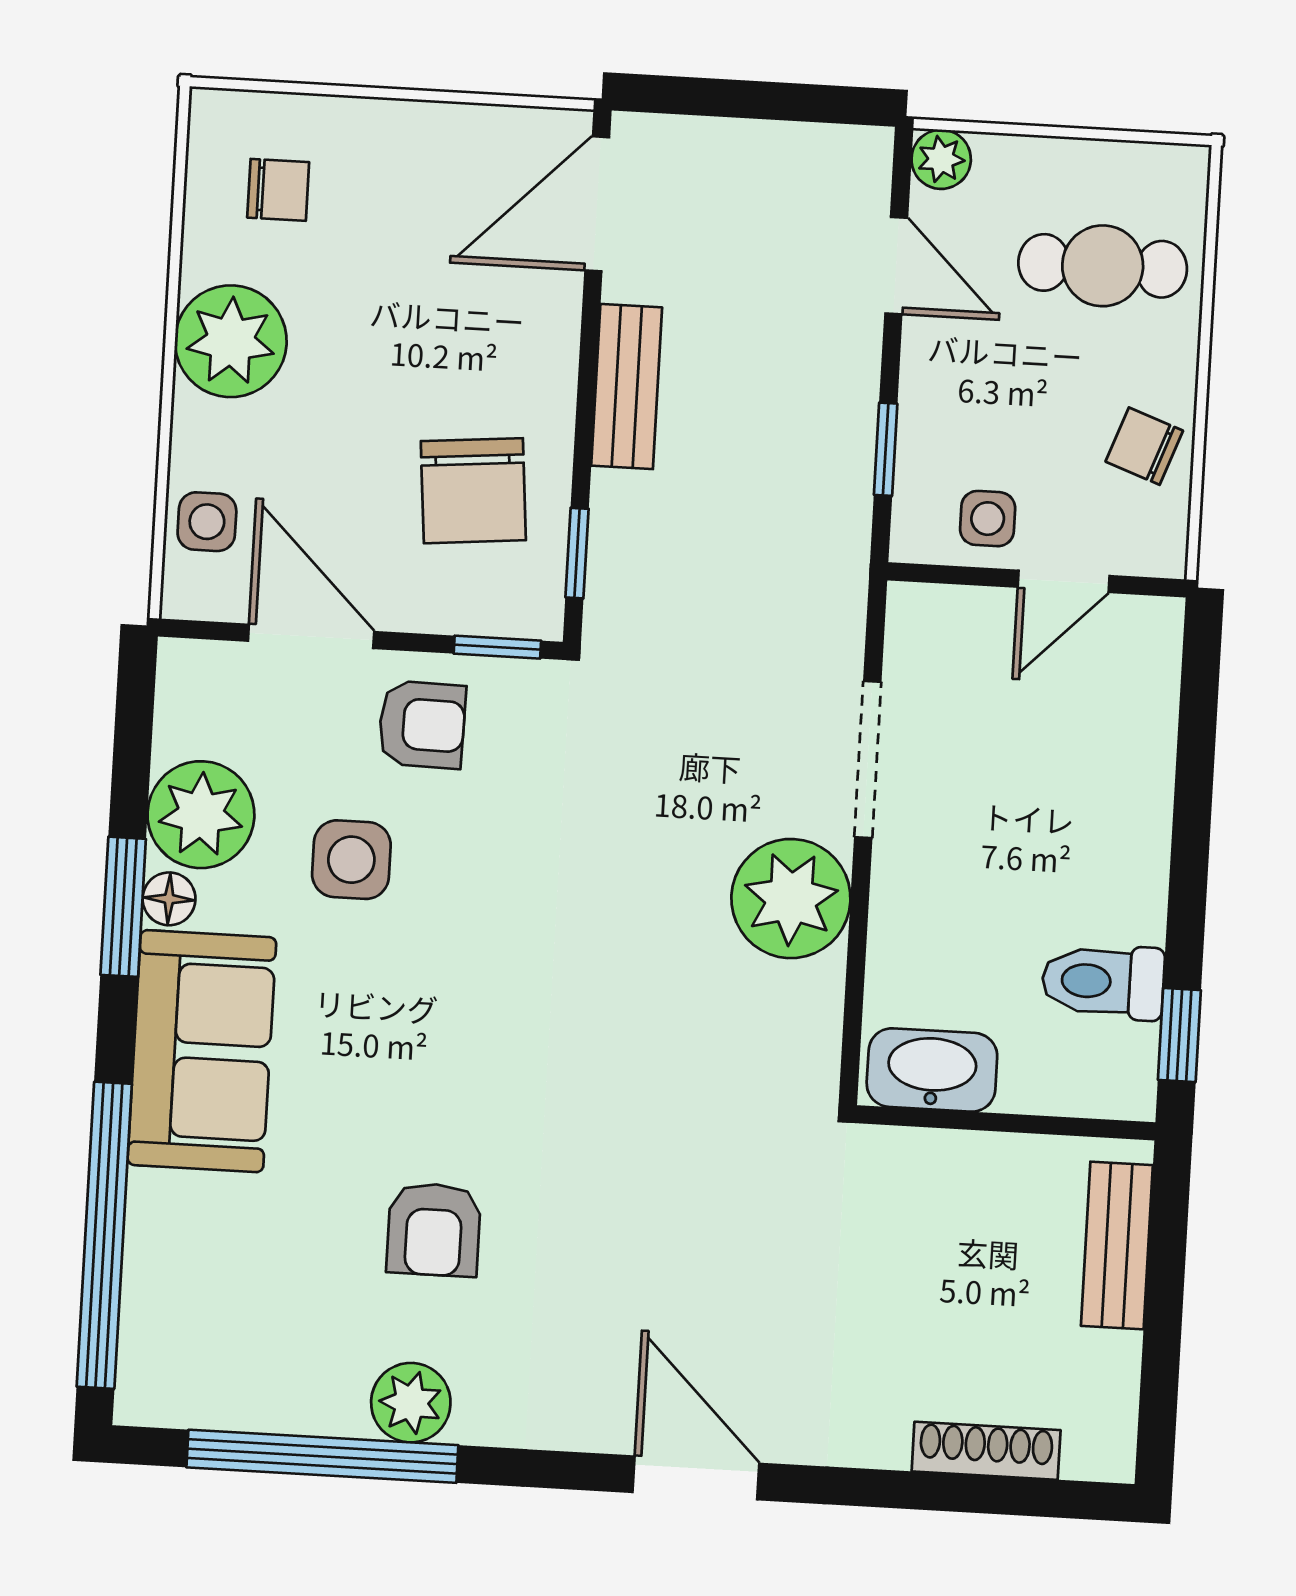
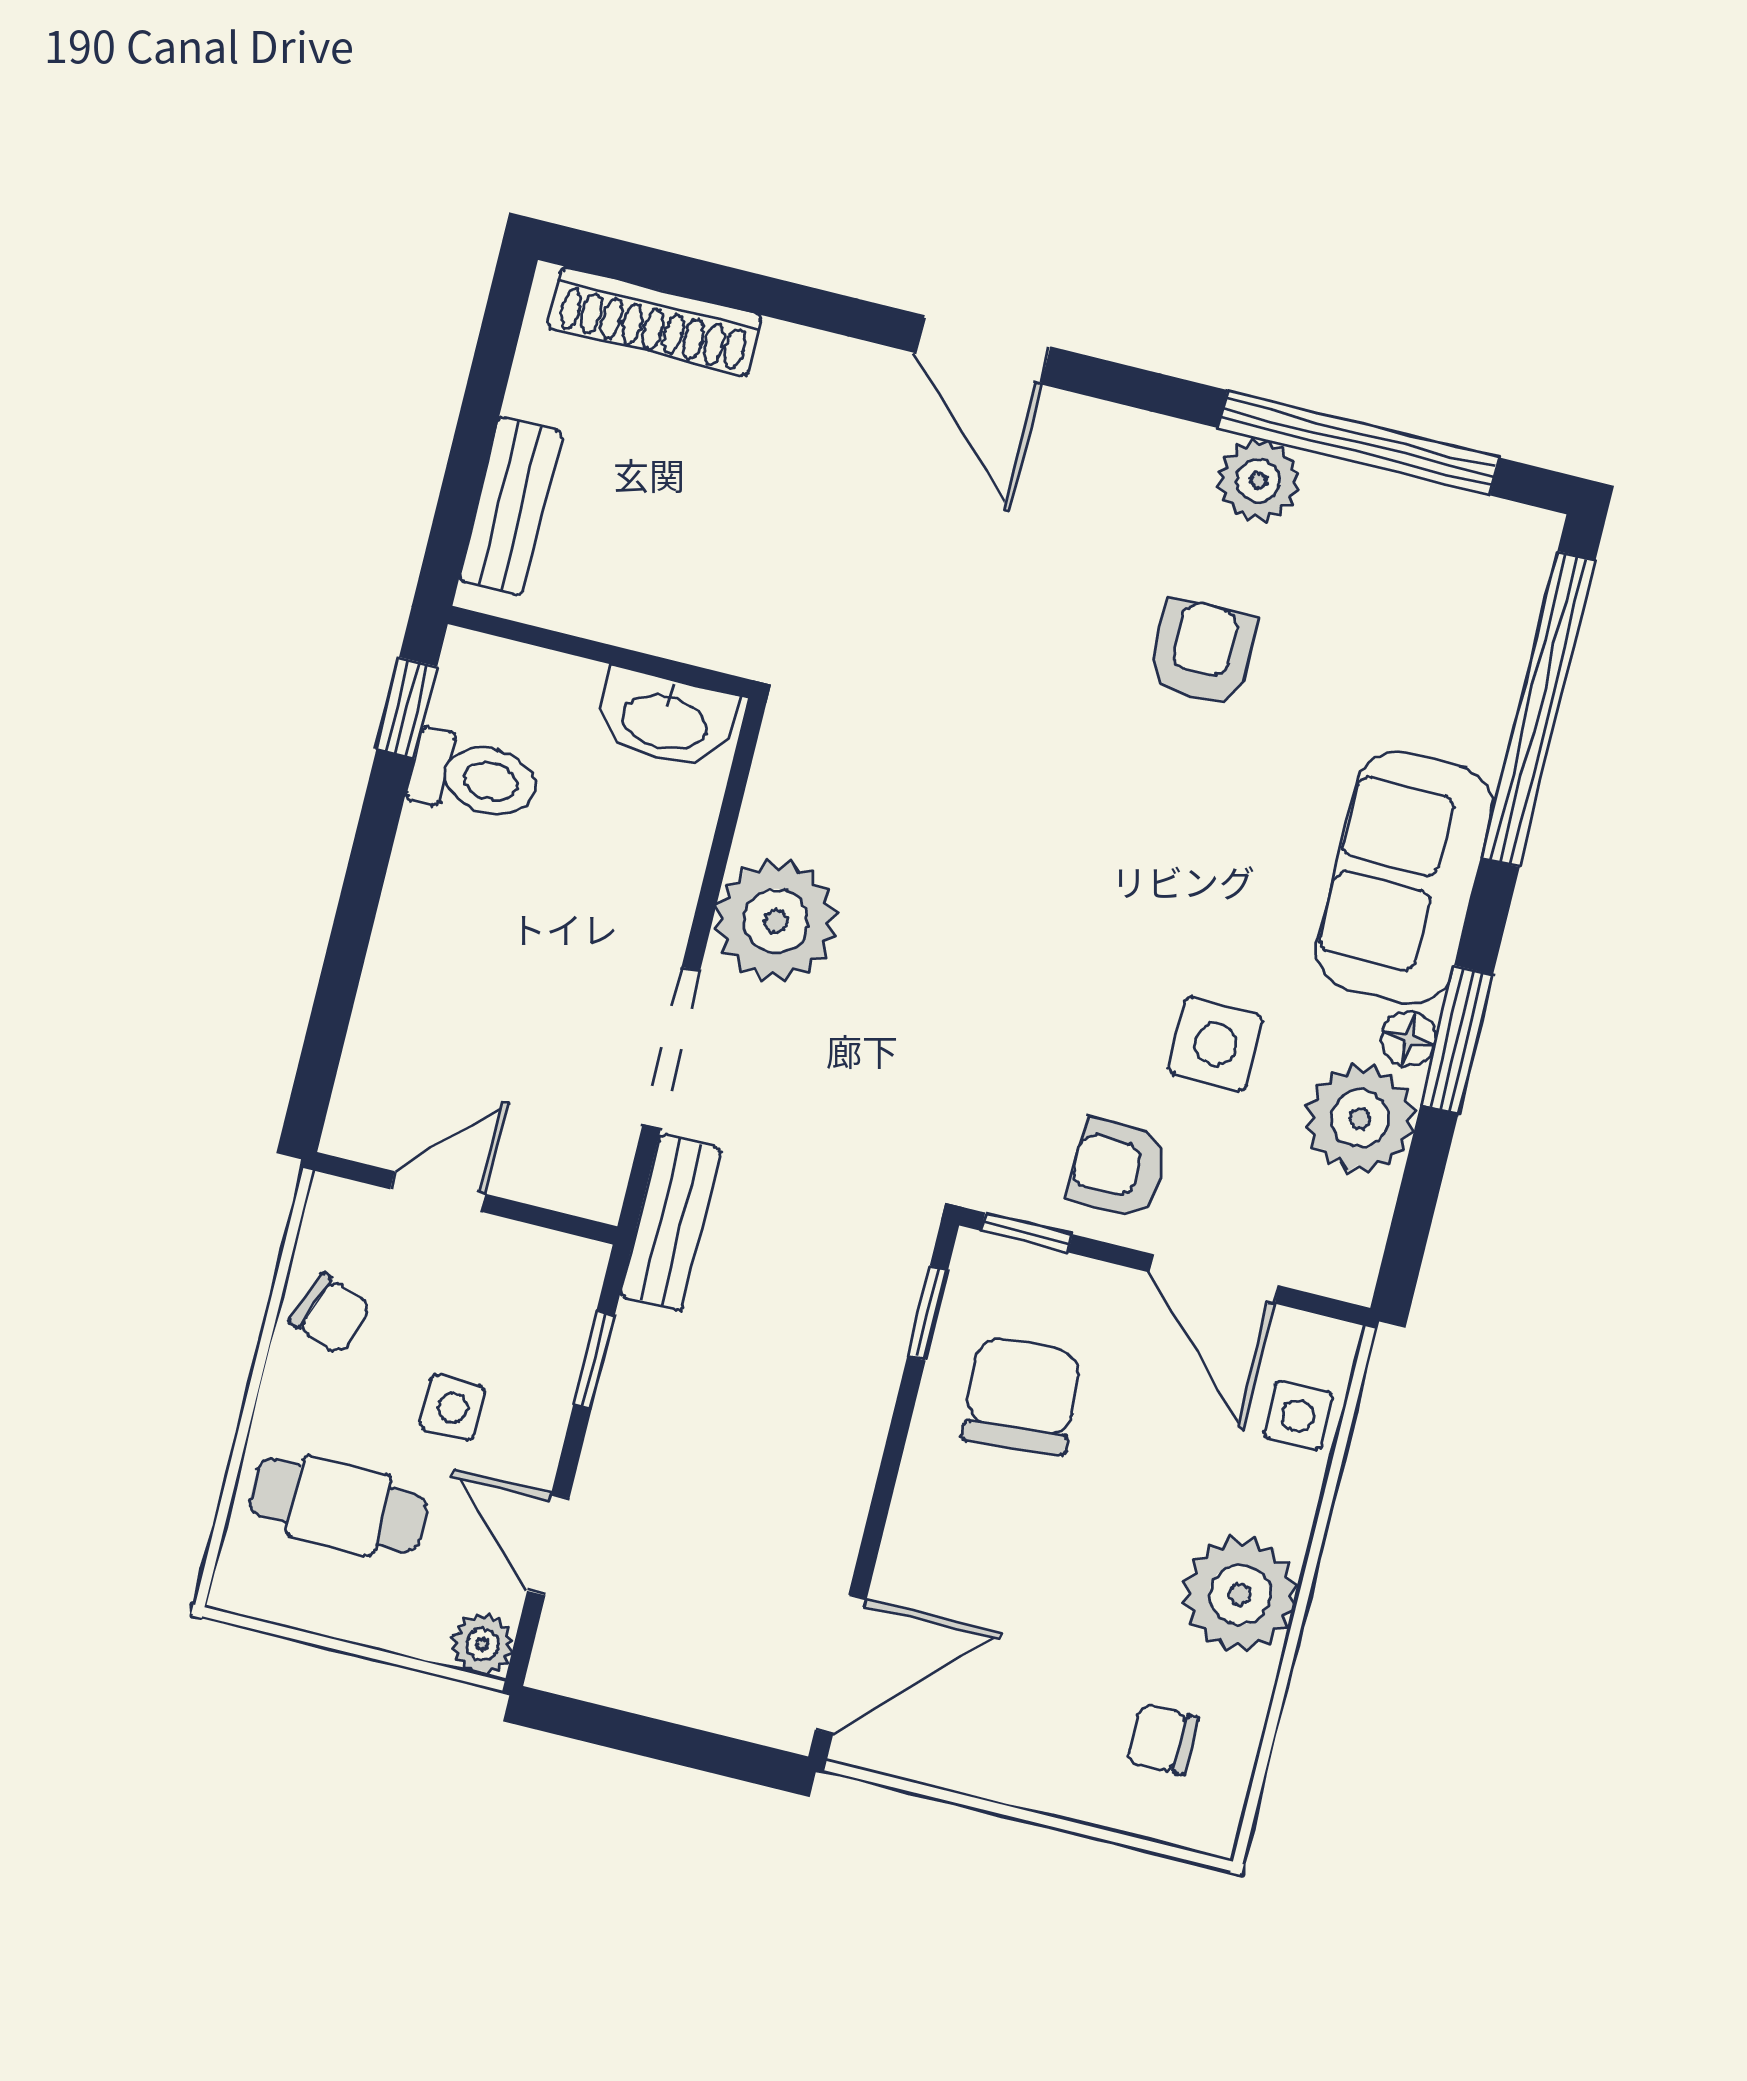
bench: (627, 387) -> (671, 1222), moved
side table: (988, 519) -> (452, 1408), moved
shoe rack: (986, 1451) -> (655, 321), width x1.36, depth x1.24

